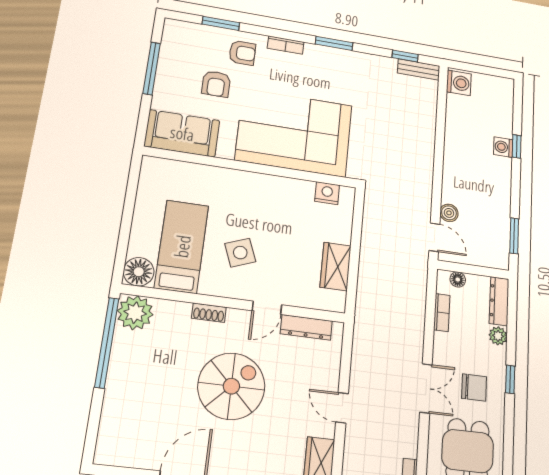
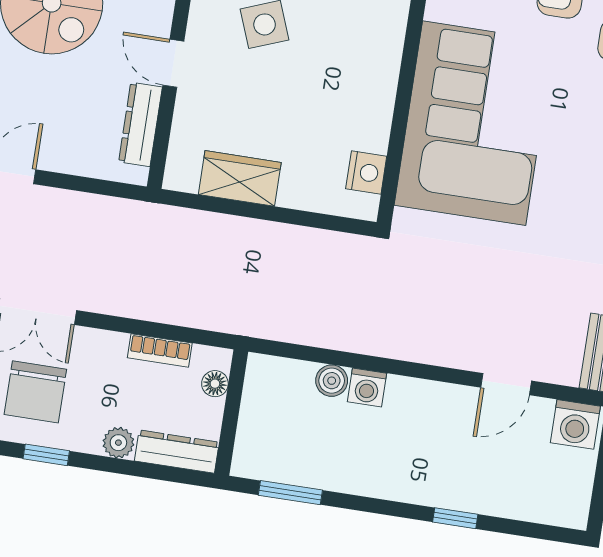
washing machine: (503, 147) -> (367, 387), moved, turned 180
door: (434, 237) -> (506, 384), moved
chair: (474, 388) -> (35, 392), width x1.37, depth x1.37

